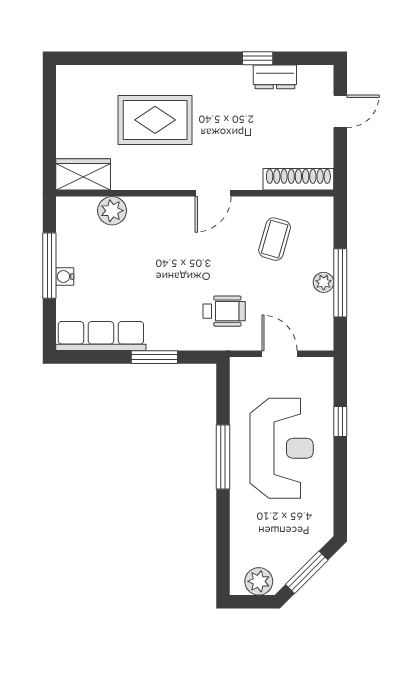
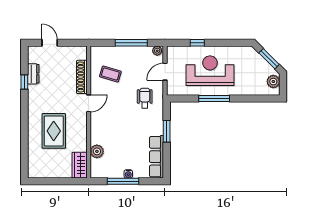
shoe rack: (298, 179) -> (82, 77), moved
door: (213, 193) -> (89, 103), hinge flipped
plant: (324, 282) -> (157, 51), moved

